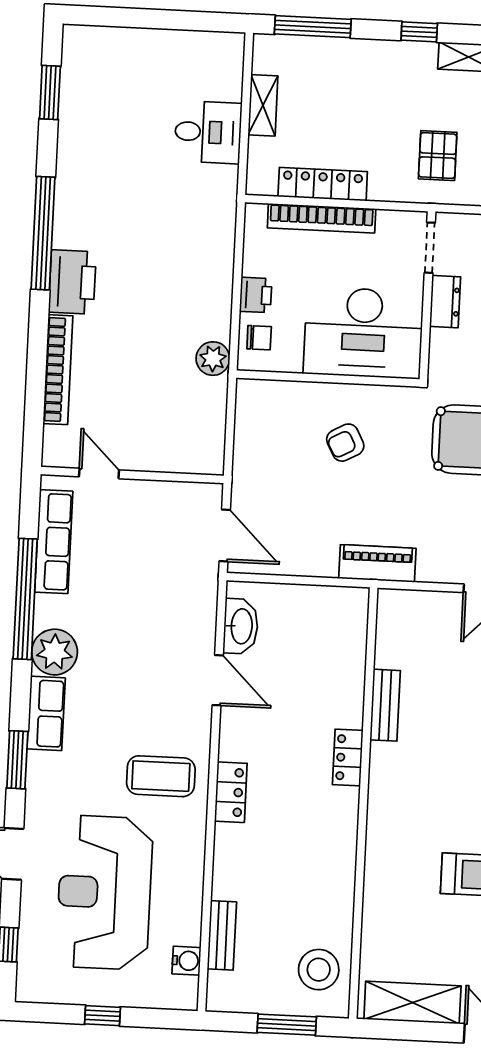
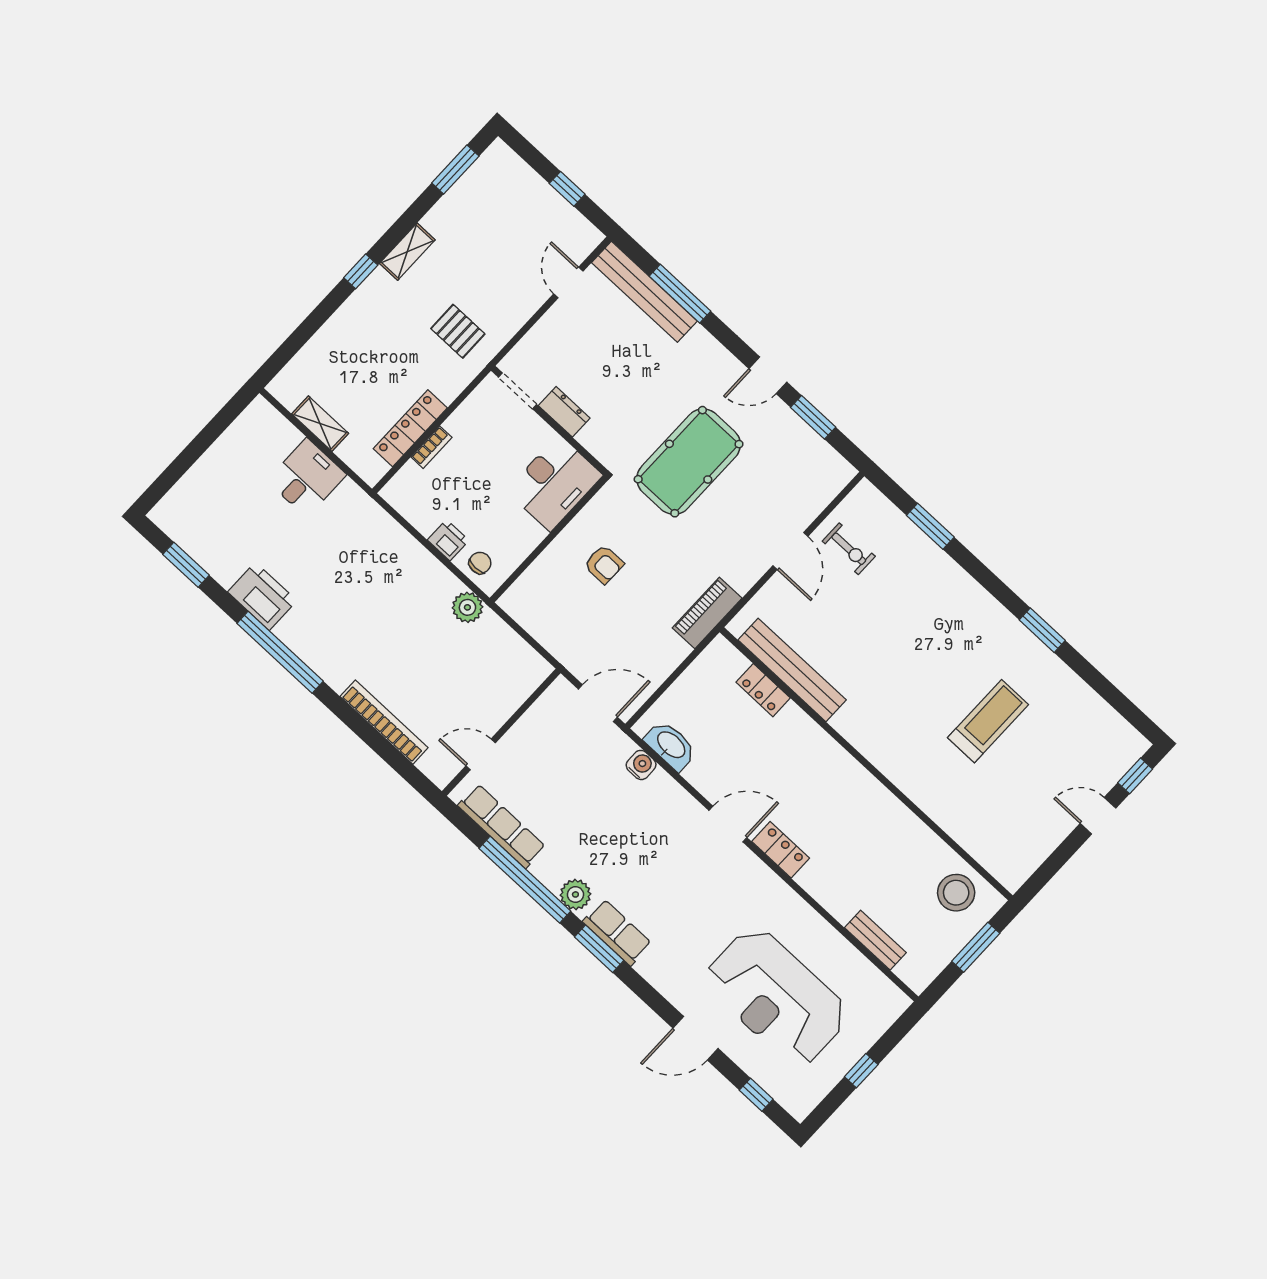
window: (313, 27) -> (295, 343), removed
bookcase: (322, 218) -> (431, 447), width x0.43, depth x0.76
printer: (72, 282) -> (262, 596), moved
desk: (363, 333) -> (554, 483), width x0.73, depth x0.77
armchair: (345, 443) -> (604, 564), turned -62
plant: (55, 652) -> (575, 894), width x0.73, depth x0.73
door: (218, 680) -> (728, 824), moved
bench: (385, 705) -> (792, 670), width x1.86, depth x1.21
locker: (348, 758) -> (763, 690), moved
window: (17, 760) -> (599, 949), moved
coffee table: (161, 776) -> (728, 889), removed
water cooler: (186, 961) -> (641, 765), moved
shelving: (412, 1003) -> (1034, 847), removed

